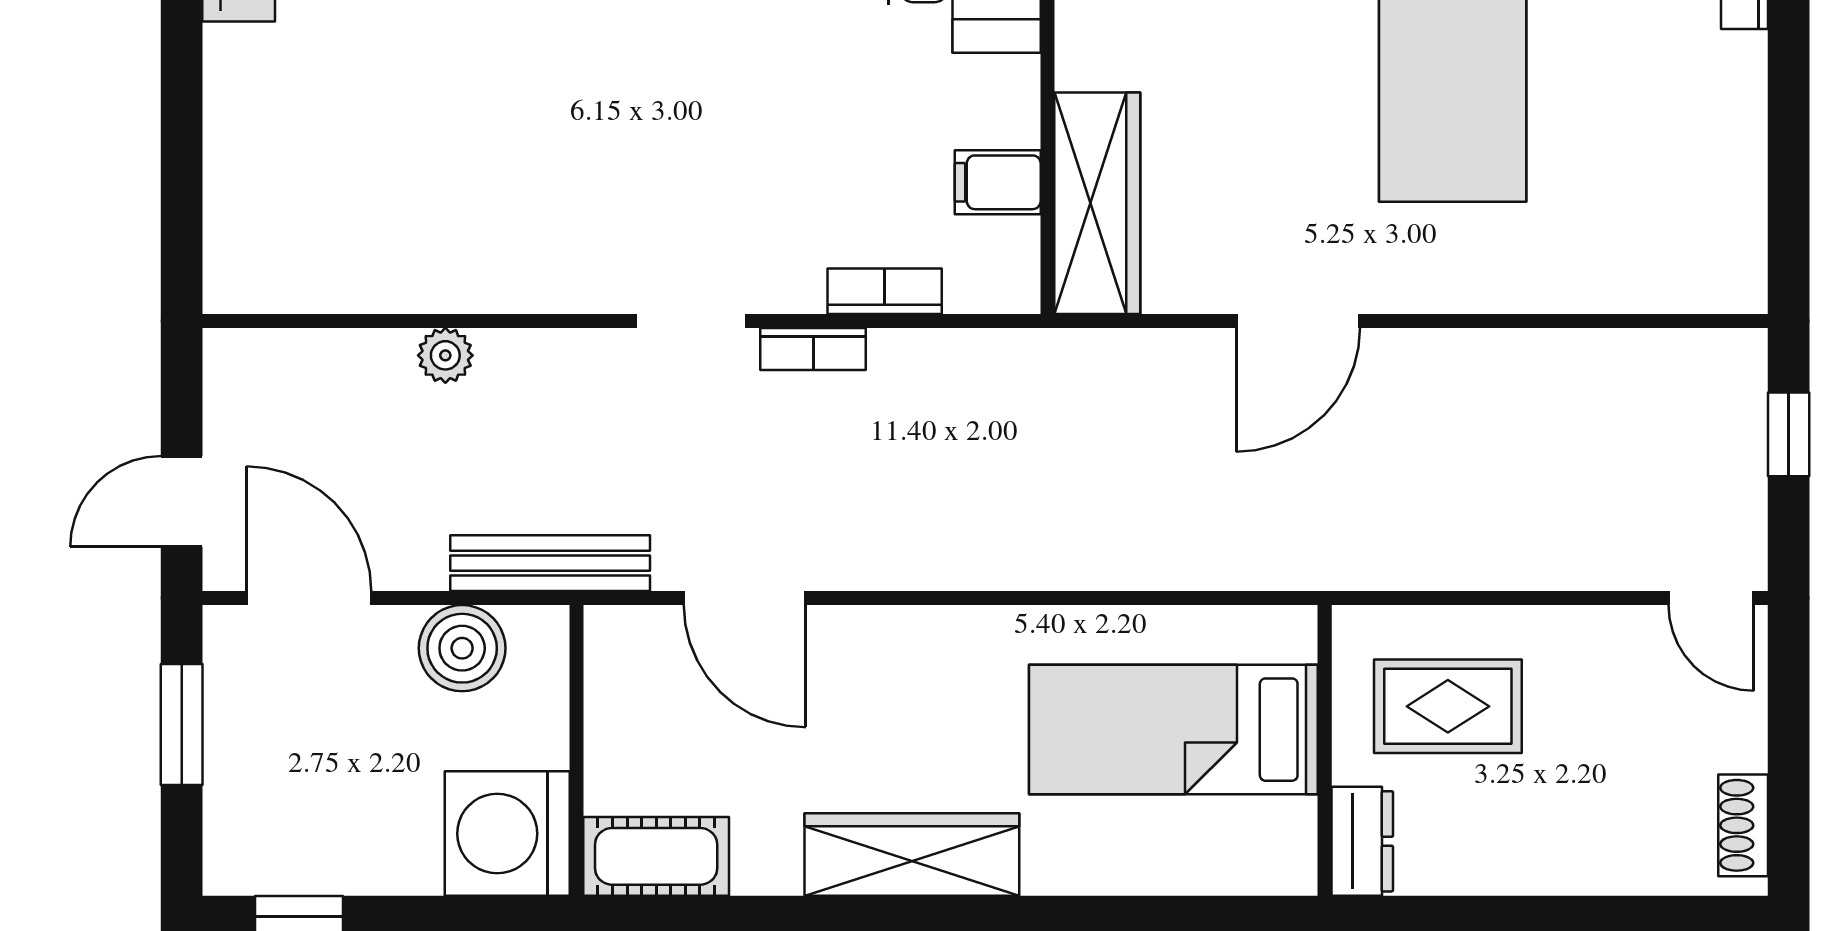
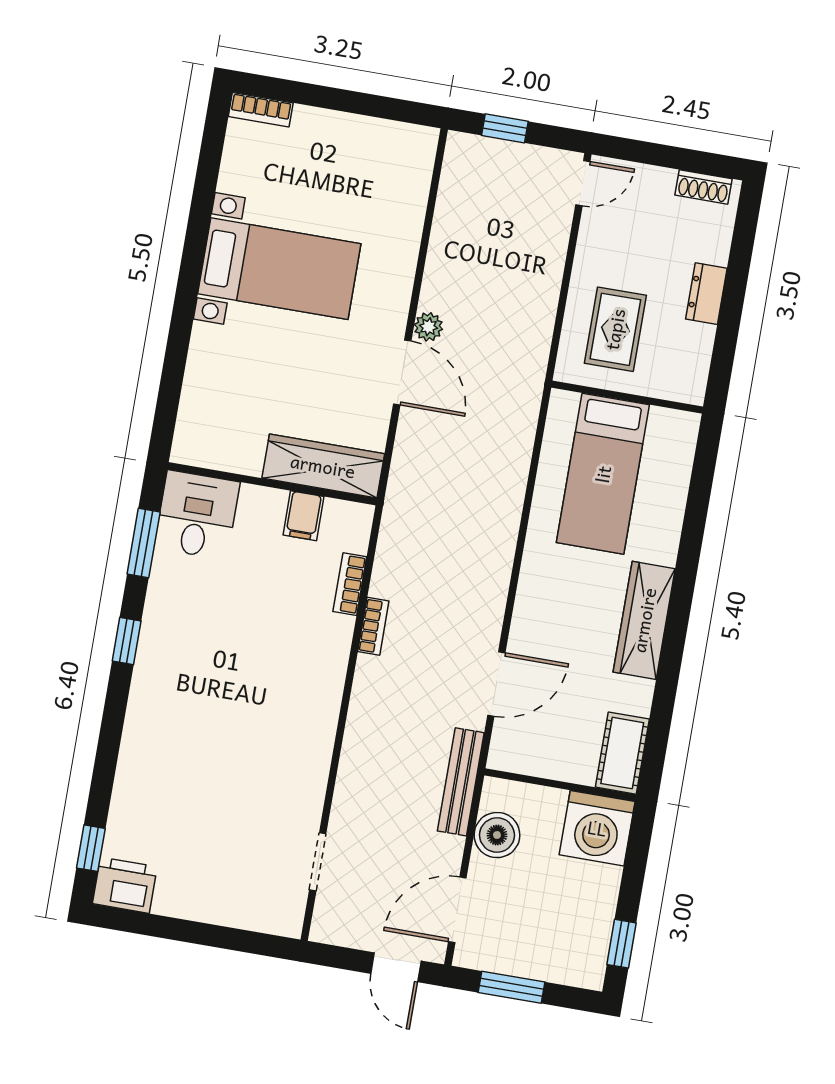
doorway: (691, 321) -> (318, 862), moved
plant: (445, 355) -> (428, 327), moved
dresser: (1362, 841) -> (706, 294), moved, turned -90

